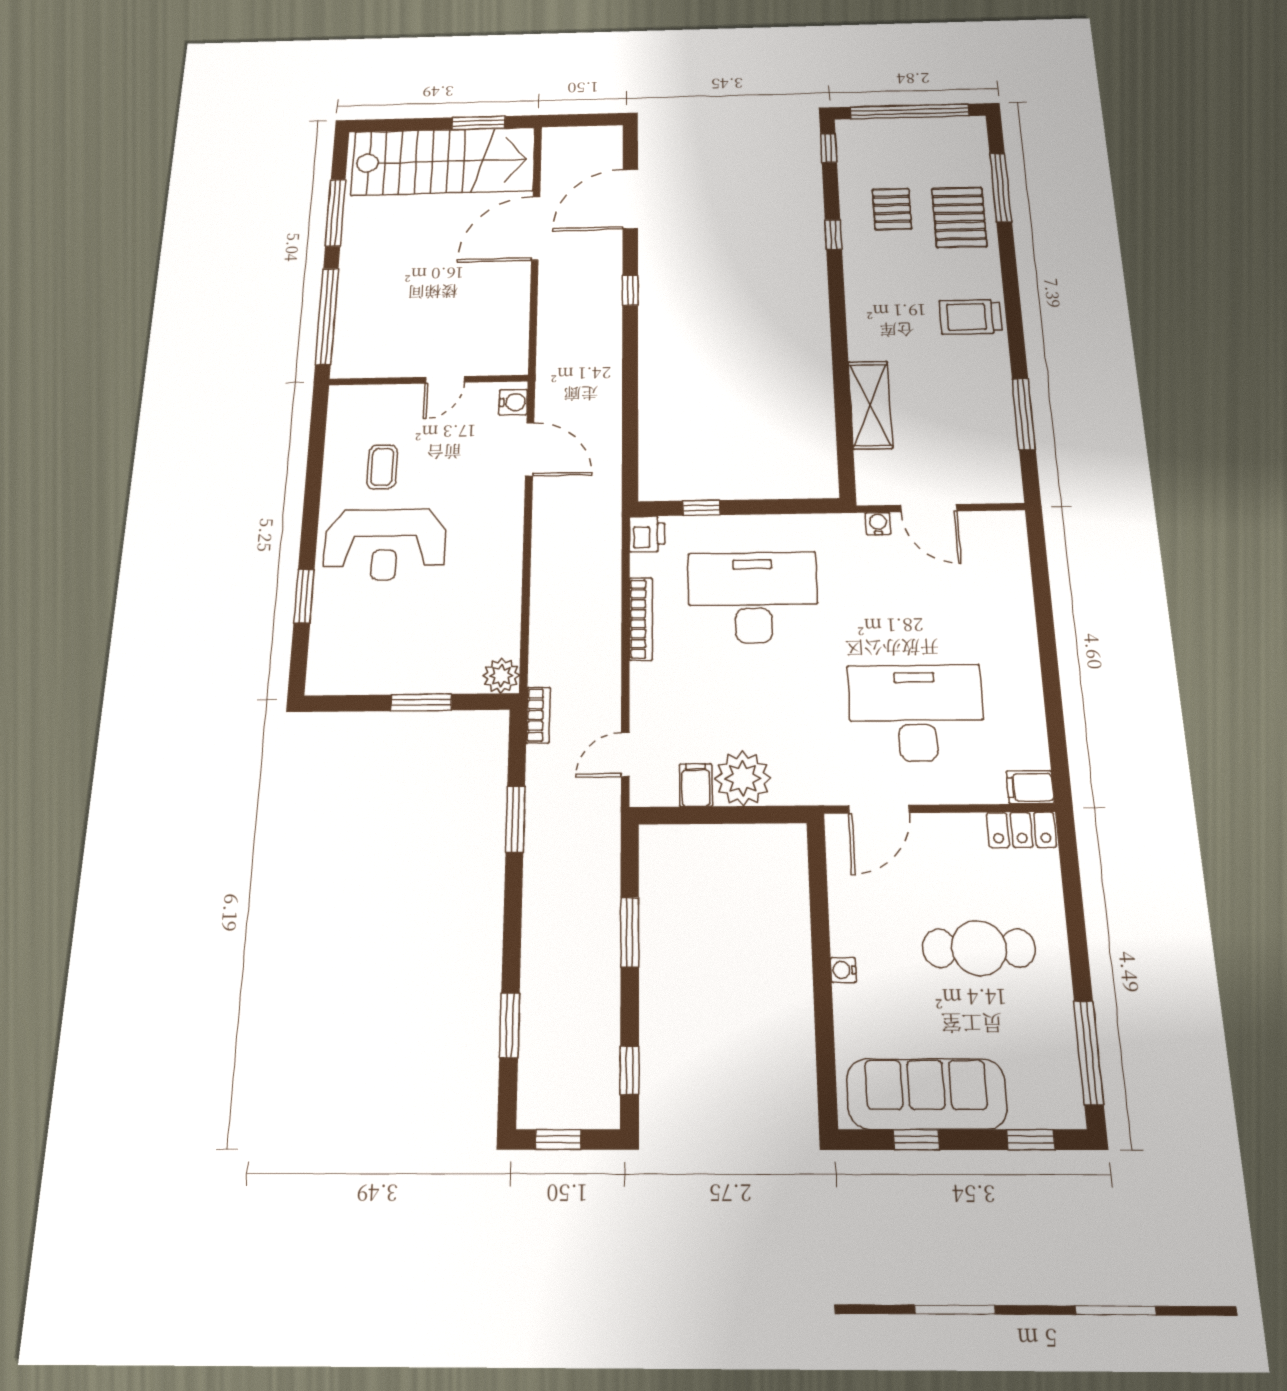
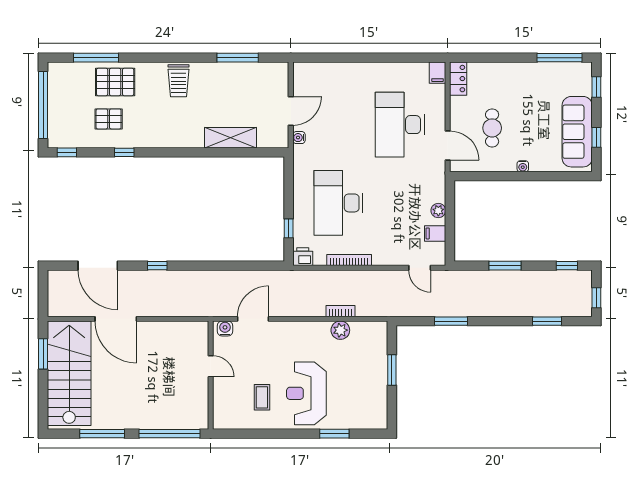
coffee table: (382, 467) -> (262, 397), turned 90
reception desk: (385, 544) -> (306, 393), turned 180
plant: (501, 676) -> (340, 330), moved
bookcase: (538, 715) -> (340, 311), moved
plant: (743, 778) -> (438, 211), width x0.53, depth x0.53
cafe table: (979, 948) -> (492, 128), moved, width x0.73, depth x0.74

